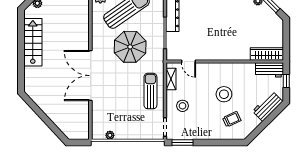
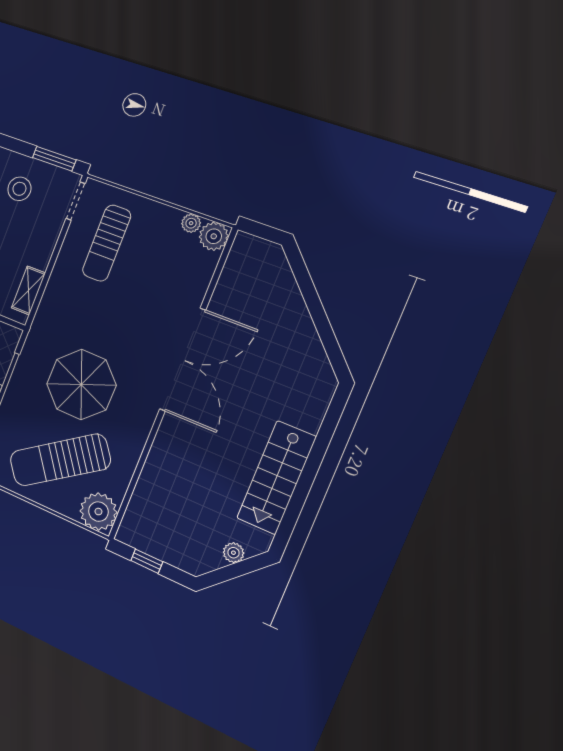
sun lounger: (150, 91) -> (107, 243), moved
stool: (183, 106) -> (19, 189), moved
plant: (98, 133) -> (214, 236), added

